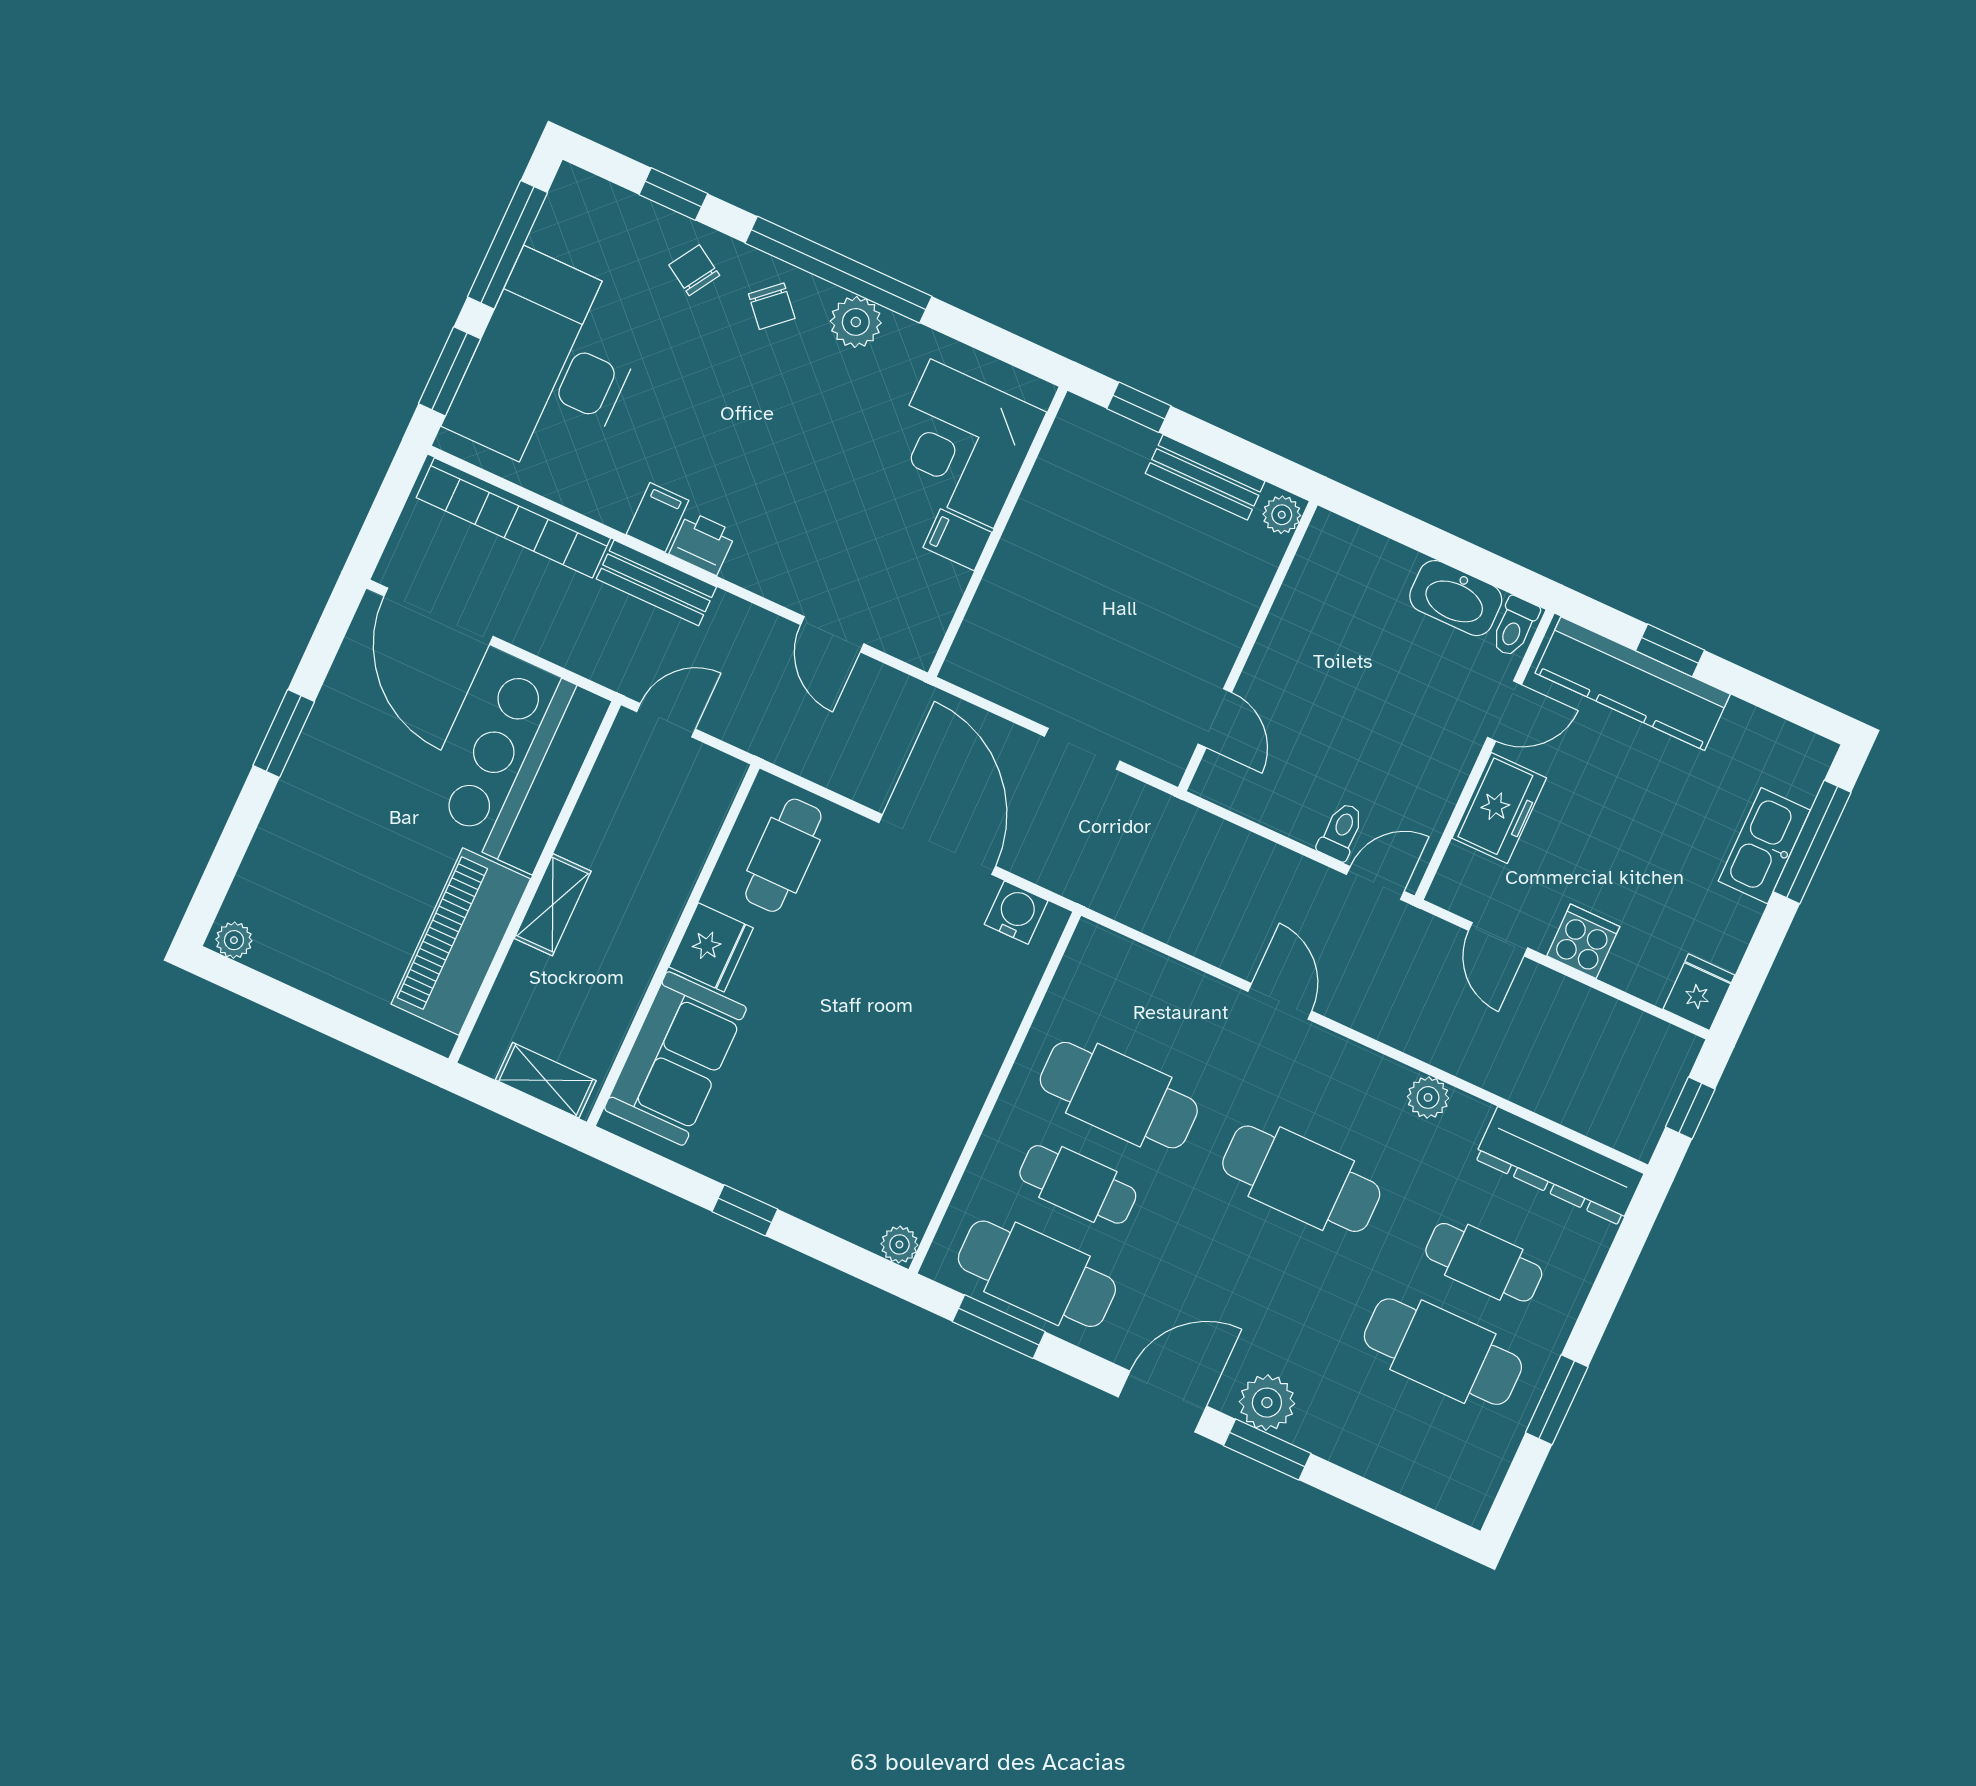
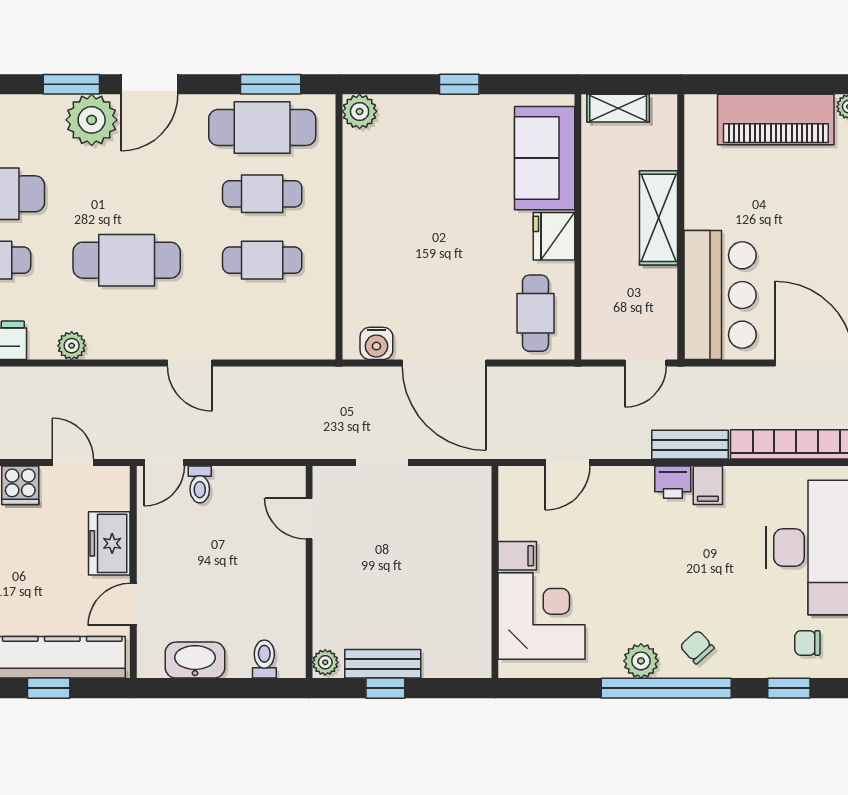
chair: (694, 270) -> (807, 643), moved, turned 148
window: (1139, 407) -> (385, 688), moved
toilet: (1515, 627) -> (264, 659), moved
door: (832, 634) -> (568, 463), swing flipped
shelving: (553, 905) -> (659, 218), width x1.50, depth x1.33
piano: (461, 941) -> (776, 120), moved, turned 90
cafe table: (1119, 1095) -> (262, 260), width x0.73, depth x0.74
plant: (899, 1245) -> (360, 111), width x1.38, depth x1.38
plant: (1267, 1403) -> (92, 120), width x1.36, depth x1.36

